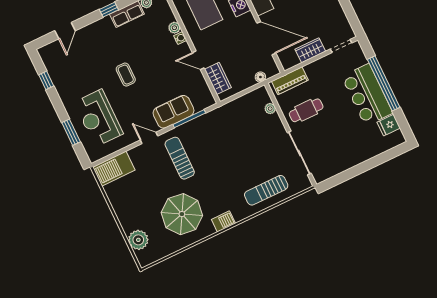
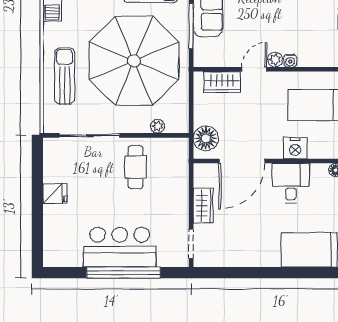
plant: (174, 28) -> (275, 60), moved
floor lamp: (260, 77) -> (206, 138), width x1.89, depth x1.89
piano: (290, 81) -> (179, 165), removed
fridge: (389, 125) -> (55, 194), moved, turned 90
parasol: (233, 147) -> (134, 61), added

